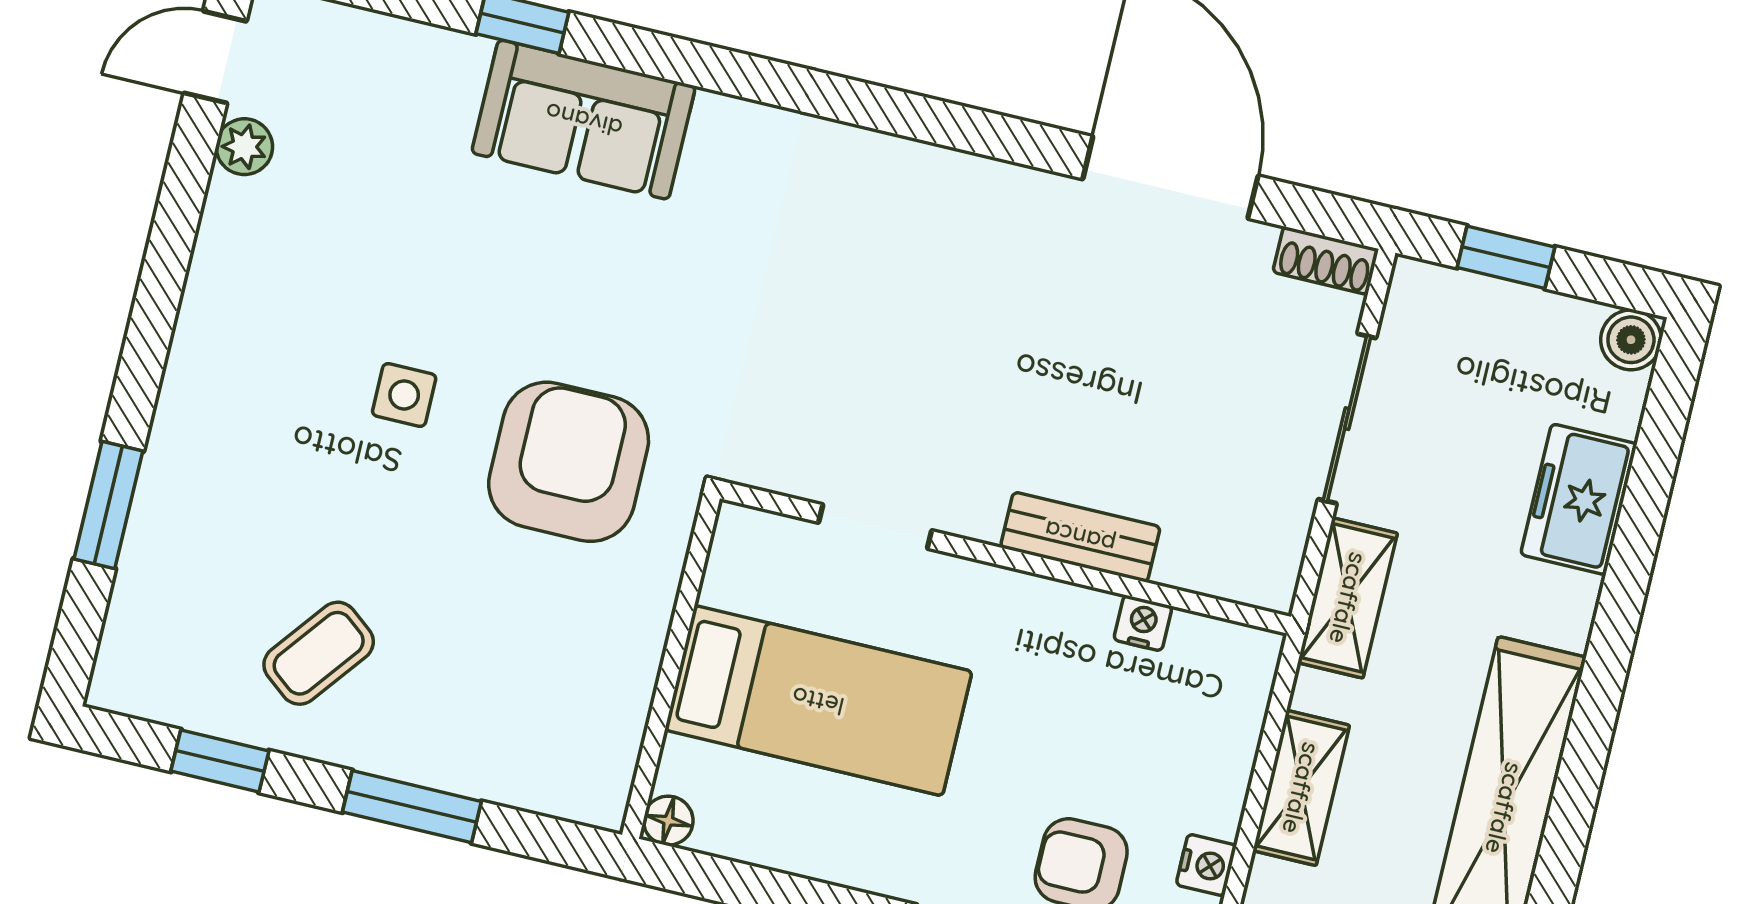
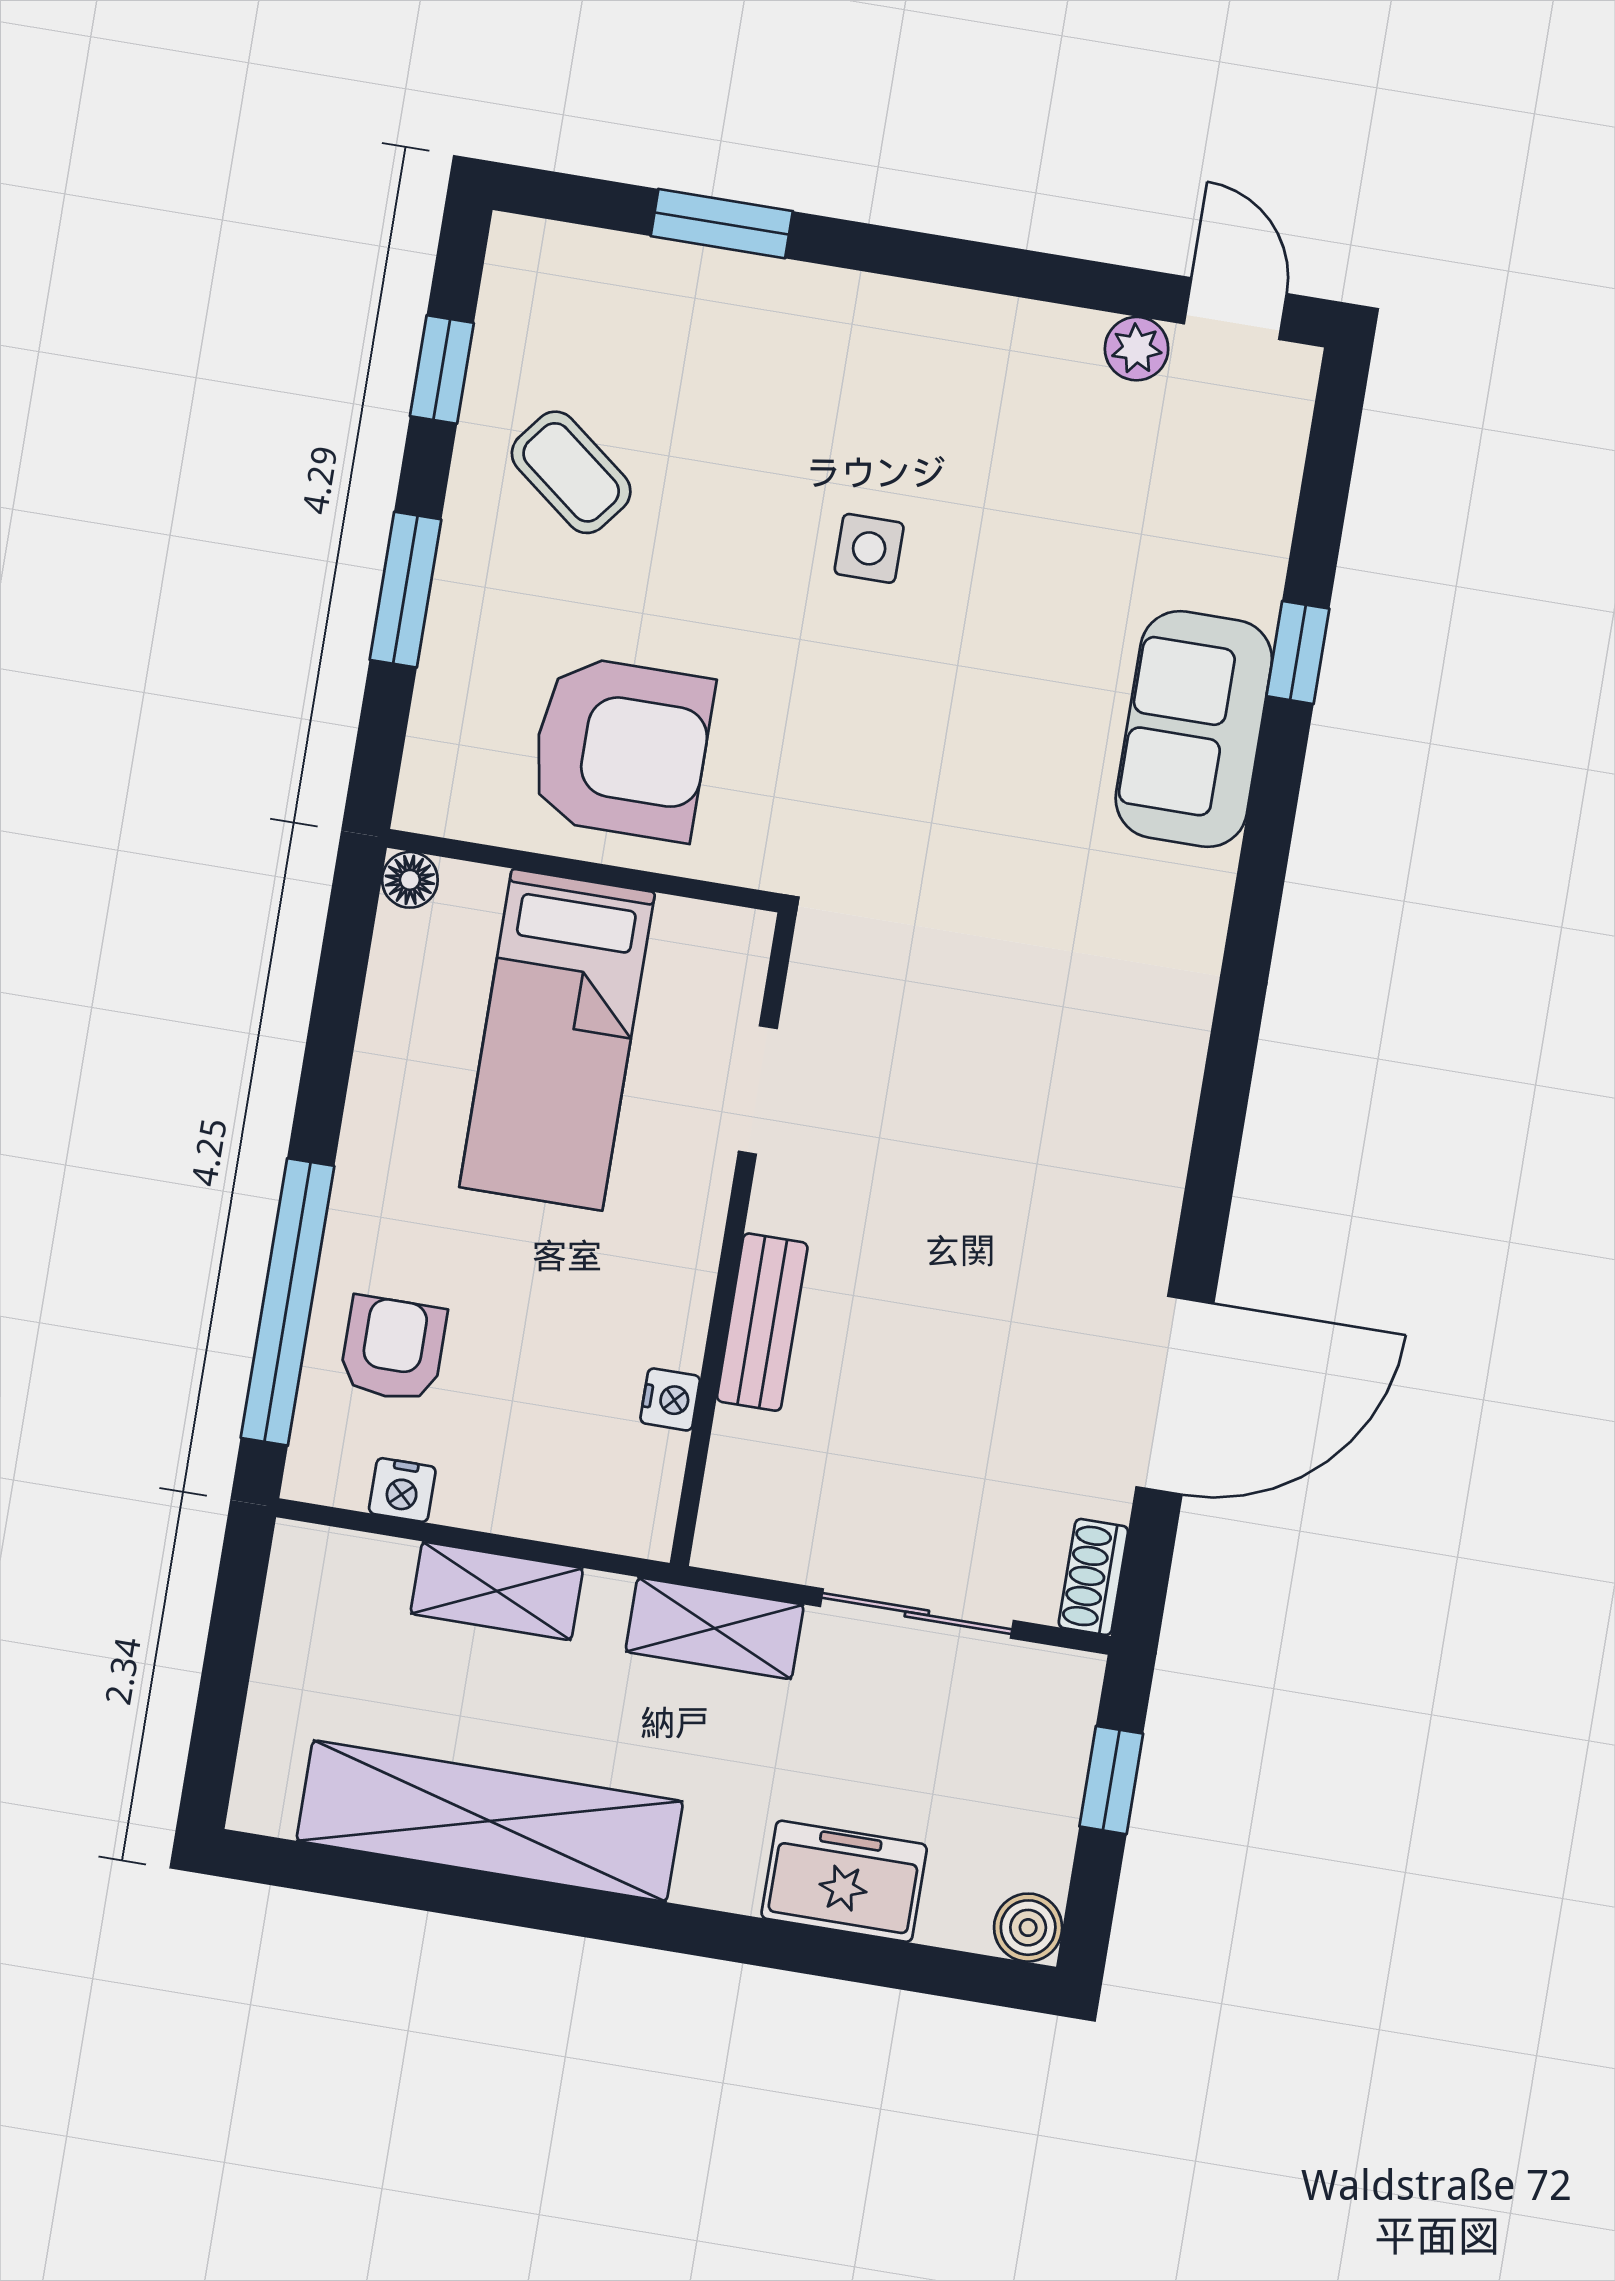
armchair: (569, 462) -> (621, 748), moved

